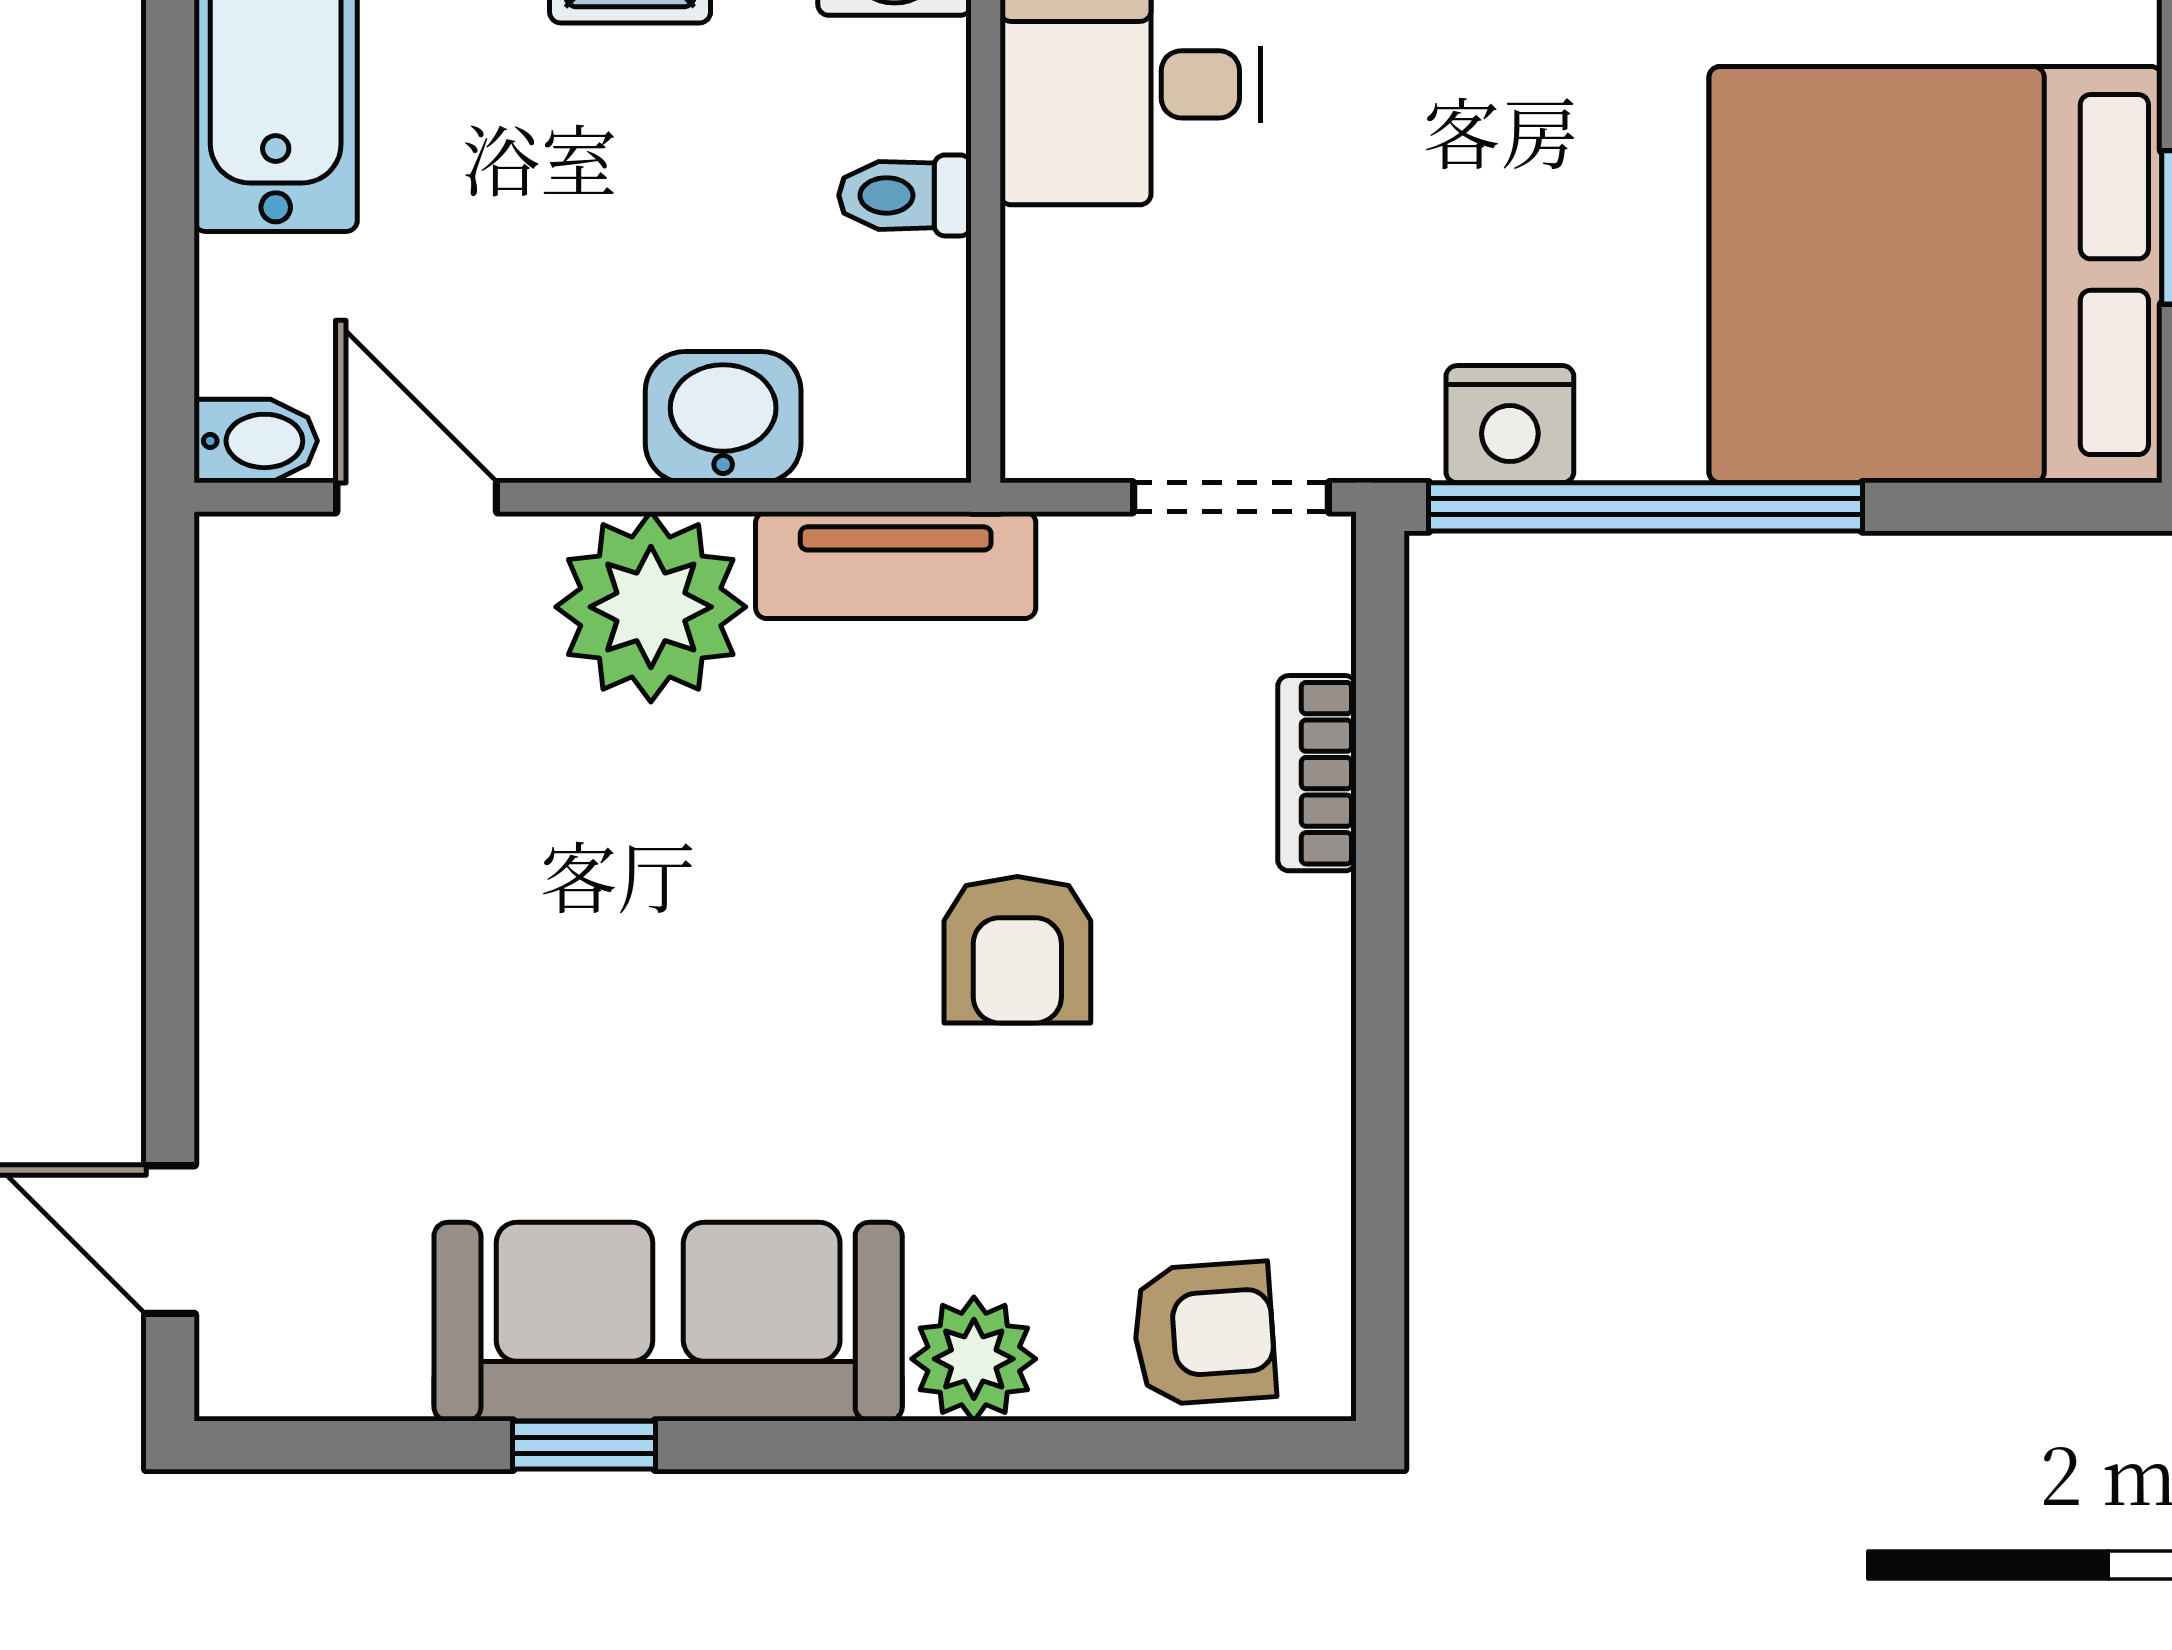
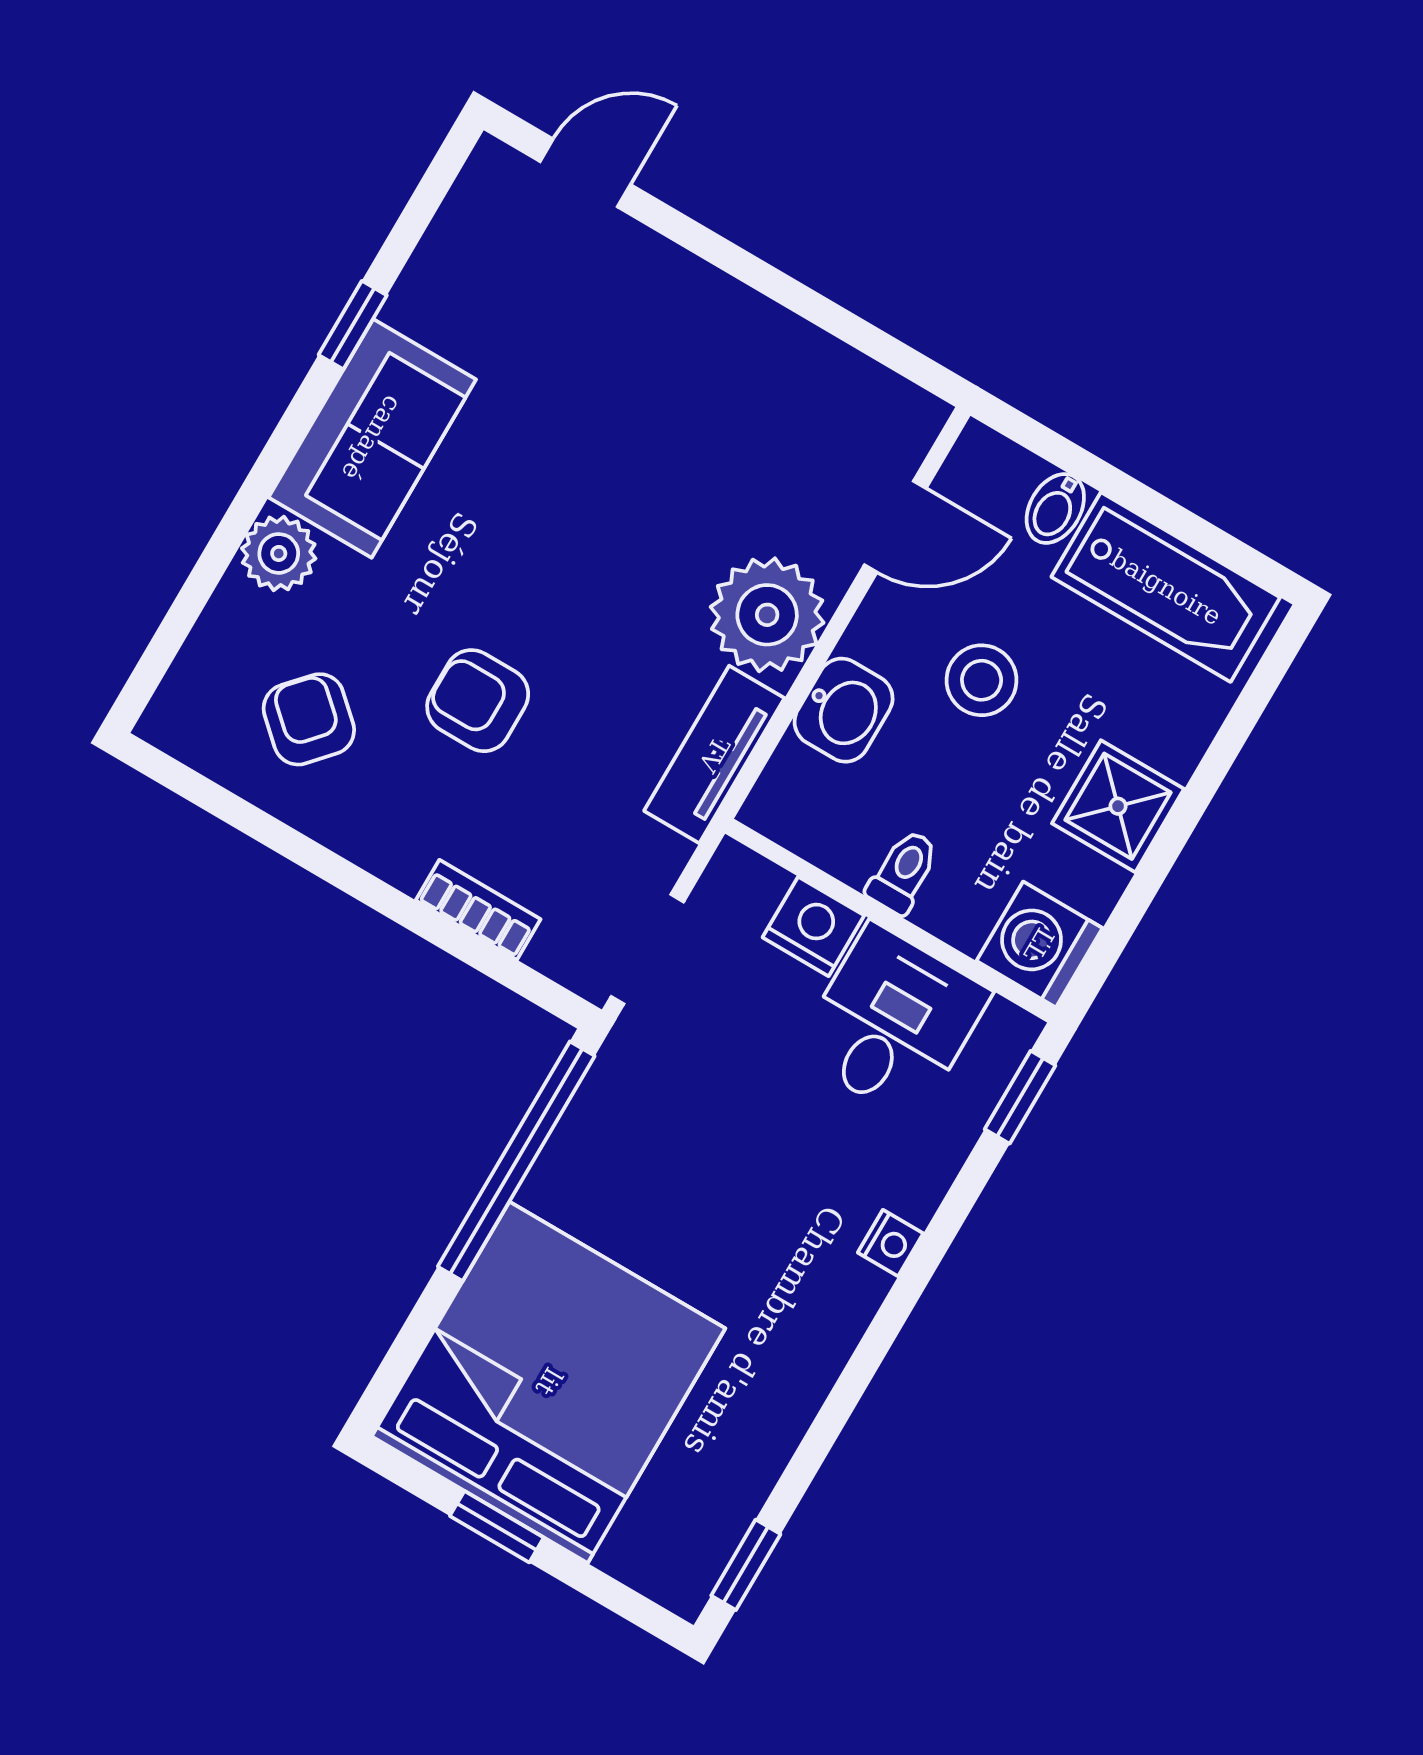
stool: (564, 244) -> (982, 680), added
nightstand: (1510, 424) -> (813, 926), moved, turned 90
bidet: (256, 441) -> (1055, 508), moved
sofa: (668, 1322) -> (372, 438), width x0.73
armchair: (1204, 1333) -> (309, 719), moved, turned 136

